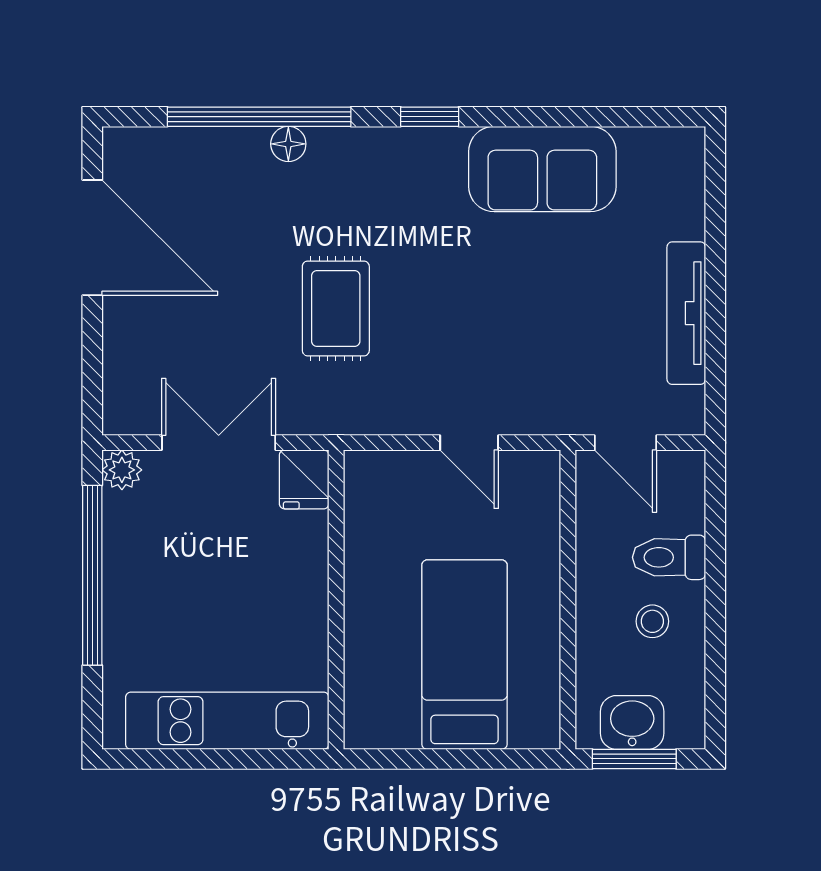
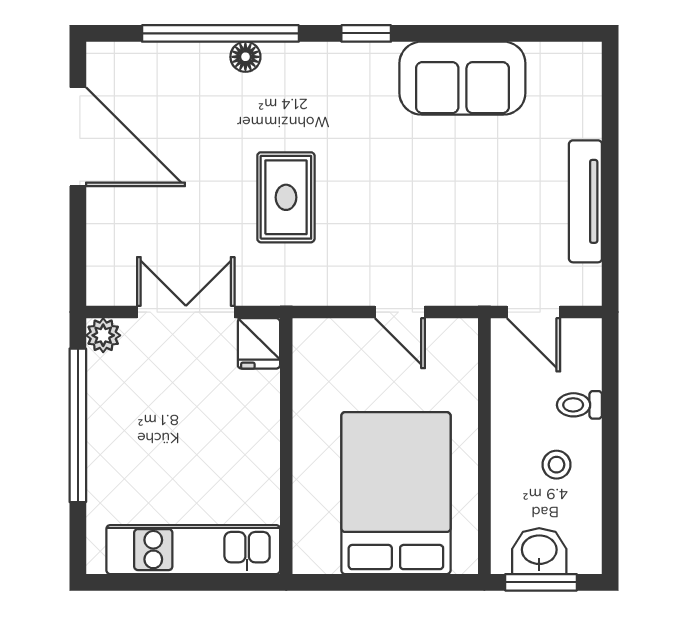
toilet: (669, 557) -> (579, 405), width x0.73, depth x0.72
bed: (464, 655) -> (396, 493), width x1.50

